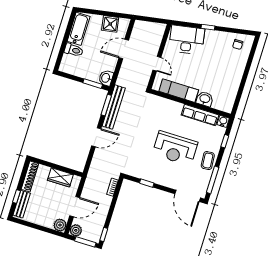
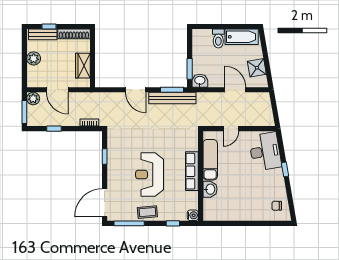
row of seats: (200, 115) -> (192, 171), moved
plant: (60, 225) -> (34, 58), moved
window: (104, 235) -> (54, 129), moved

